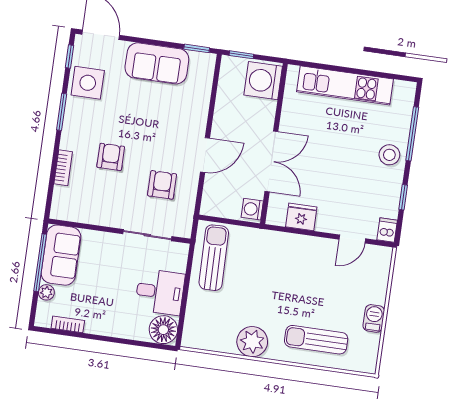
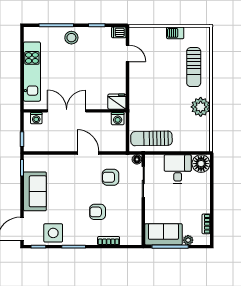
washing machine: (263, 81) -> (36, 118), width x0.53, depth x0.53
double door: (271, 161) -> (67, 111), moved
fridge: (301, 217) -> (117, 102), moved, turned 90
floor lamp: (184, 230) -> (137, 159), added

